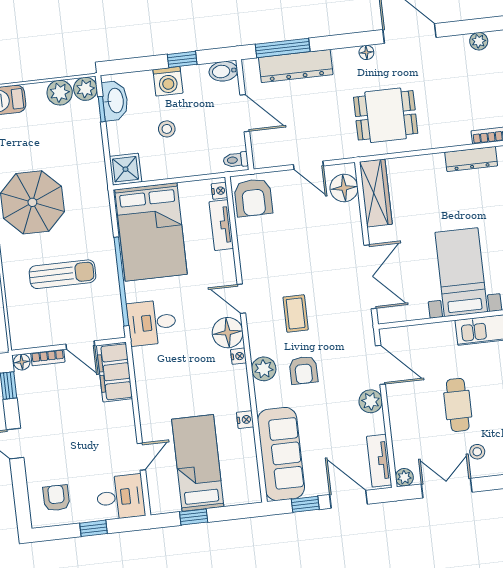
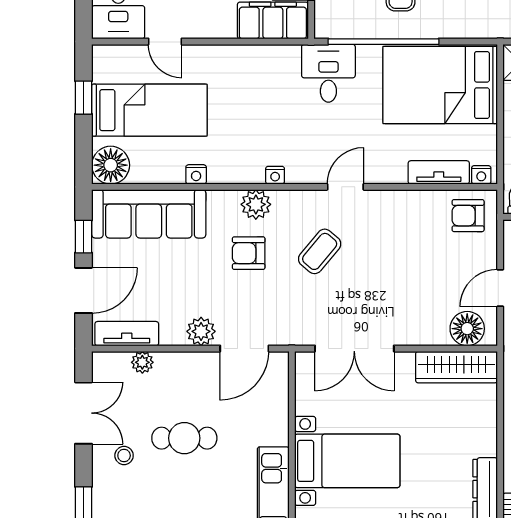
armchair: (253, 198) -> (468, 216), width x0.72, depth x0.72
coffee table: (296, 313) -> (320, 251), turned -50
floor lamp: (228, 333) -> (111, 165), moved
plant: (404, 477) -> (142, 362), moved

